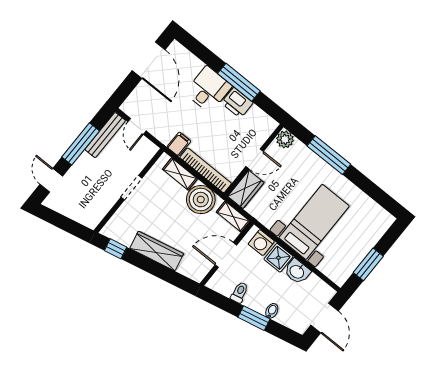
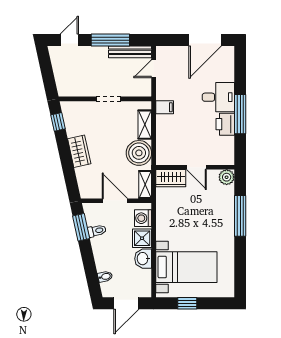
bookcase: (206, 170) -> (161, 140), removed
bed with nightstands: (314, 222) -> (186, 267), moved
wardrobe: (157, 251) -> (79, 151), width x0.67
window: (368, 264) -> (187, 303), width x0.67
bidet: (272, 311) -> (105, 277), moved
window: (254, 318) -> (81, 227), moved

